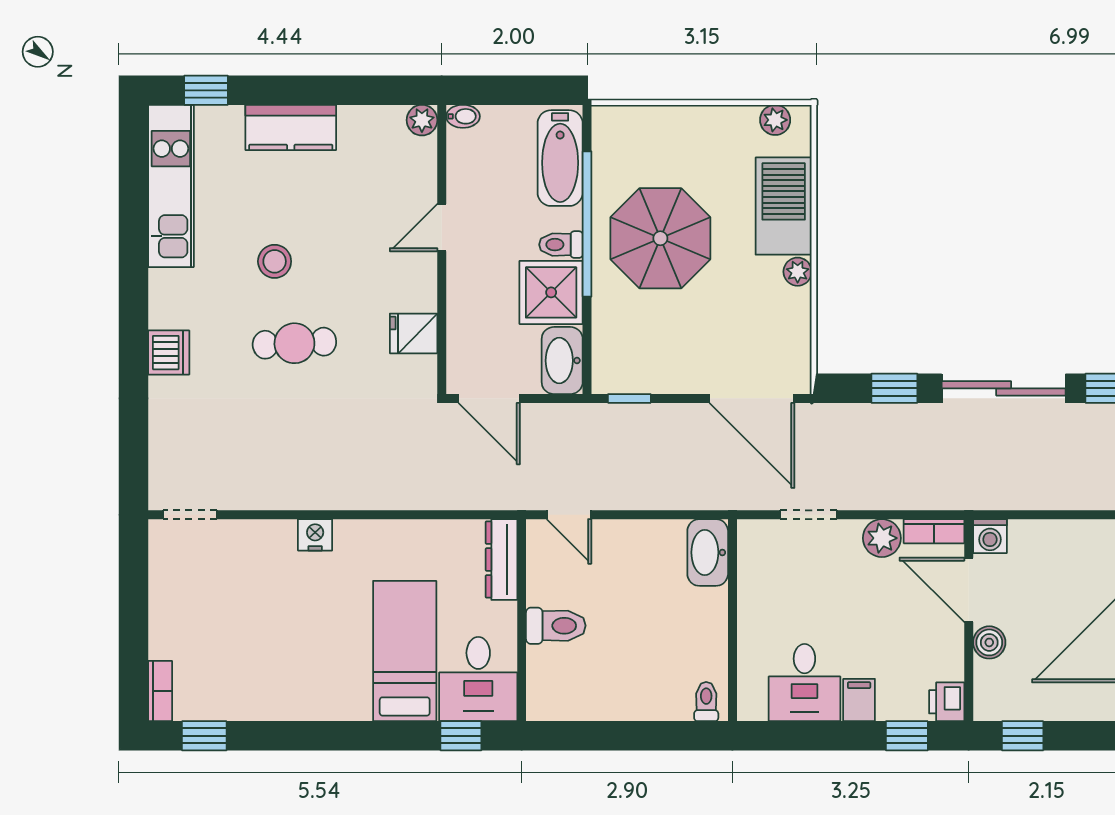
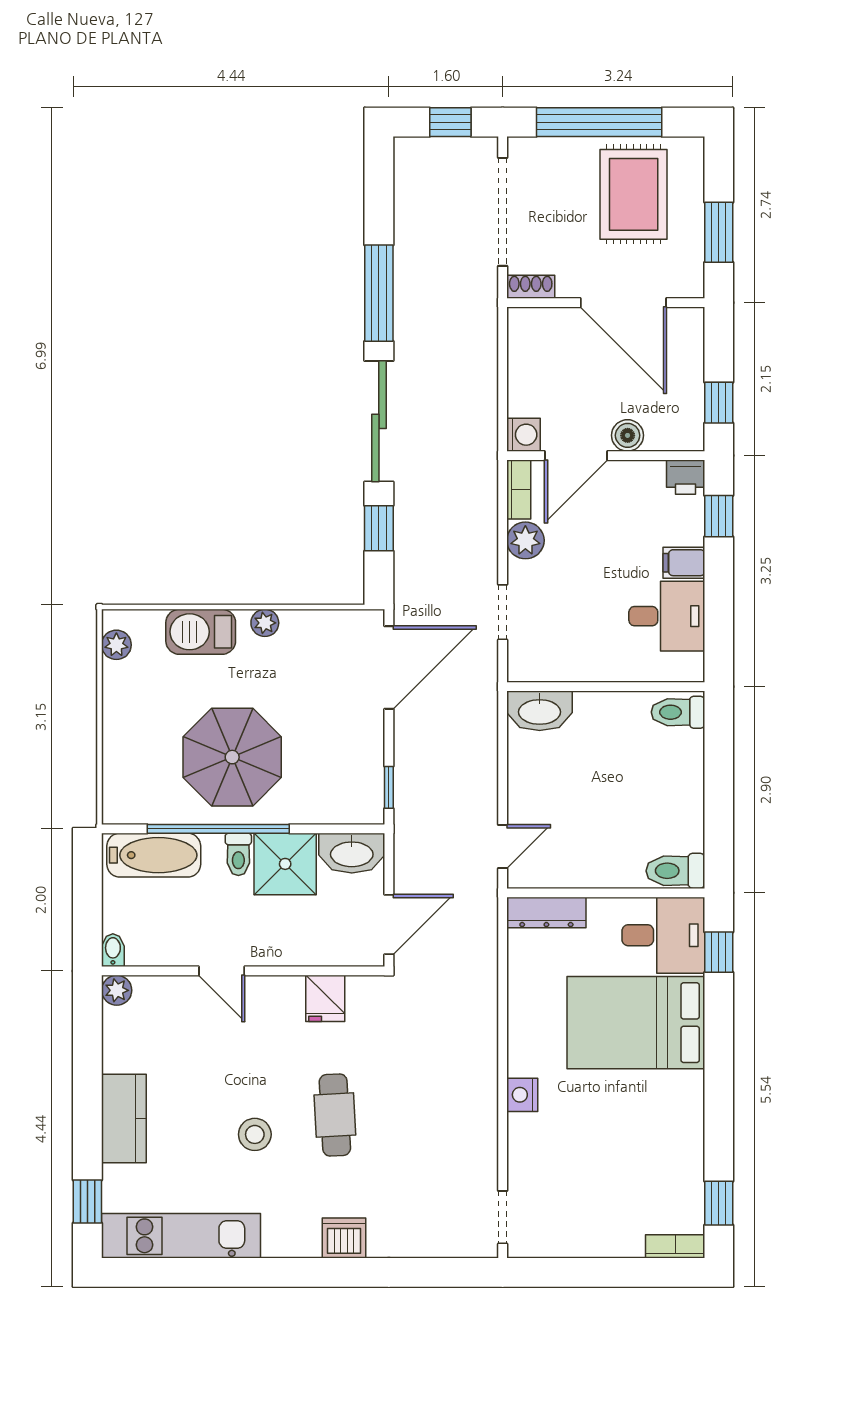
barbecue: (784, 206) -> (201, 632), width x0.73, depth x0.83
toilet: (556, 626) -> (675, 871), moved, turned -90
bed: (405, 651) -> (636, 1023), width x1.50
toilet: (706, 702) -> (678, 712), width x1.37, depth x1.39

